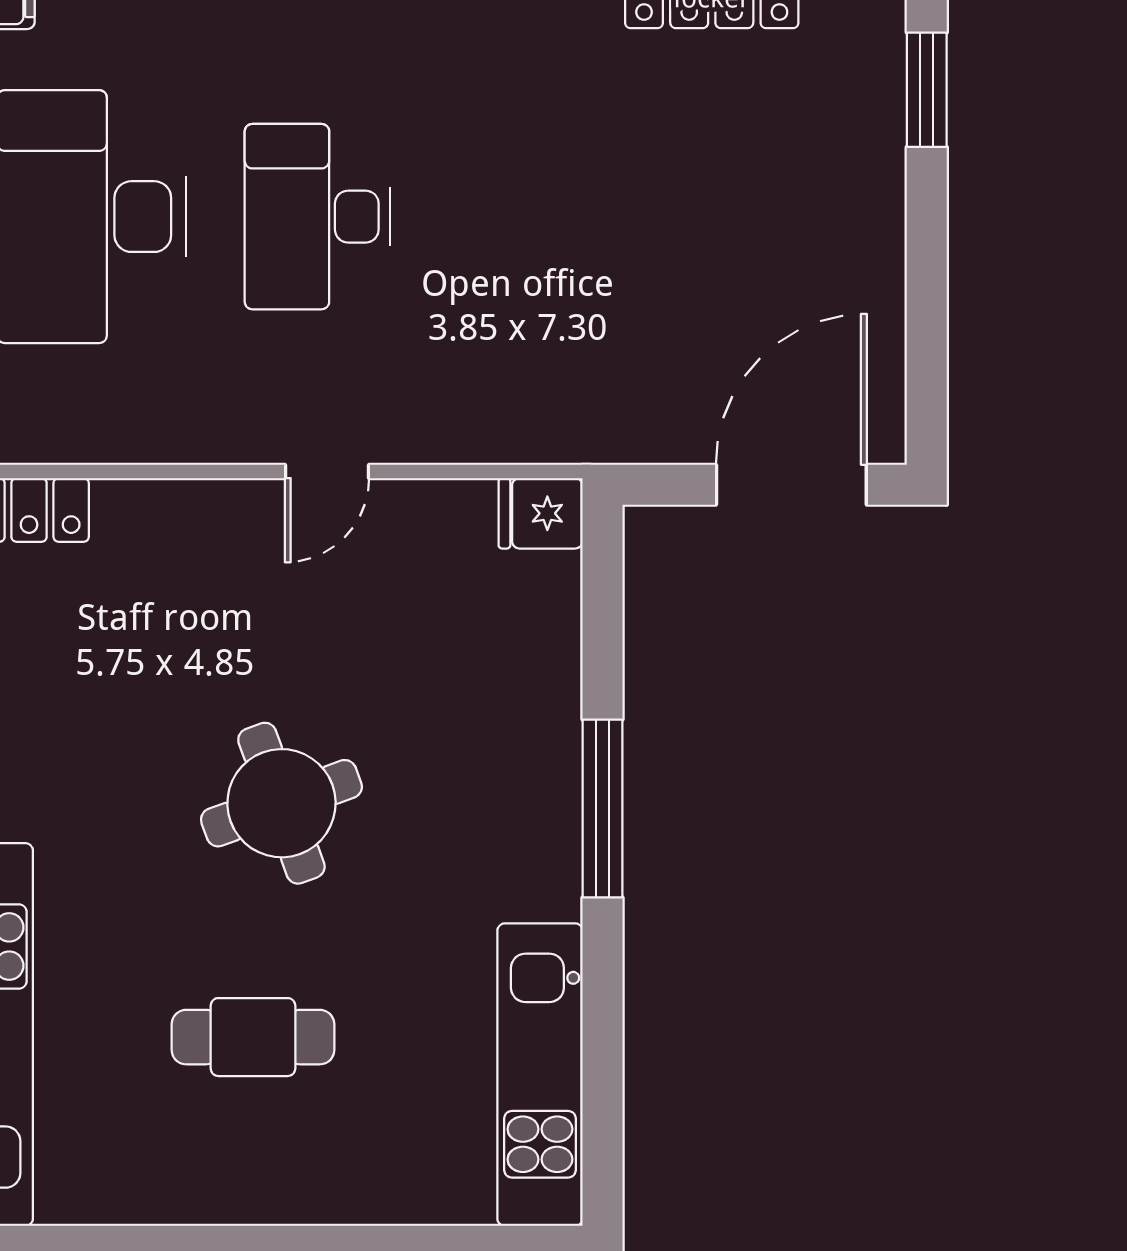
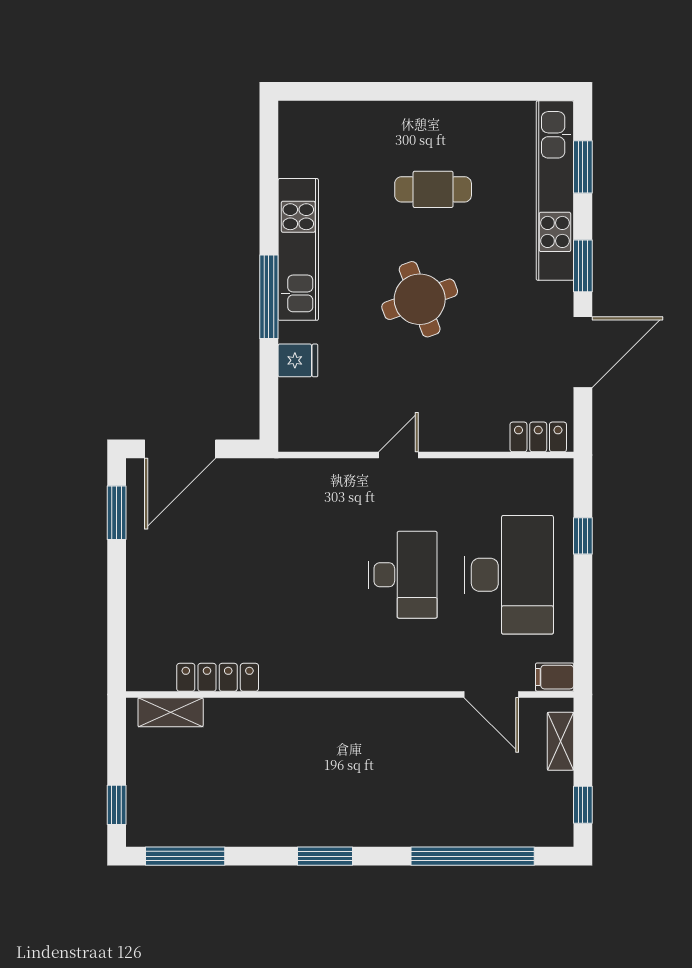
window: (927, 90) -> (117, 513), moved
fridge: (541, 513) -> (298, 360), moved
kitchen unit: (540, 1075) -> (298, 249), moved

